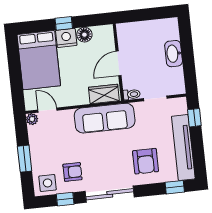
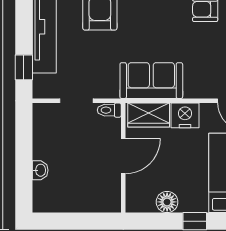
nightstand: (66, 38) -> (185, 115), moved, turned 180
washbasin: (174, 54) -> (40, 170), width x0.52, depth x0.69
sofa: (105, 118) -> (151, 81), width x0.73

